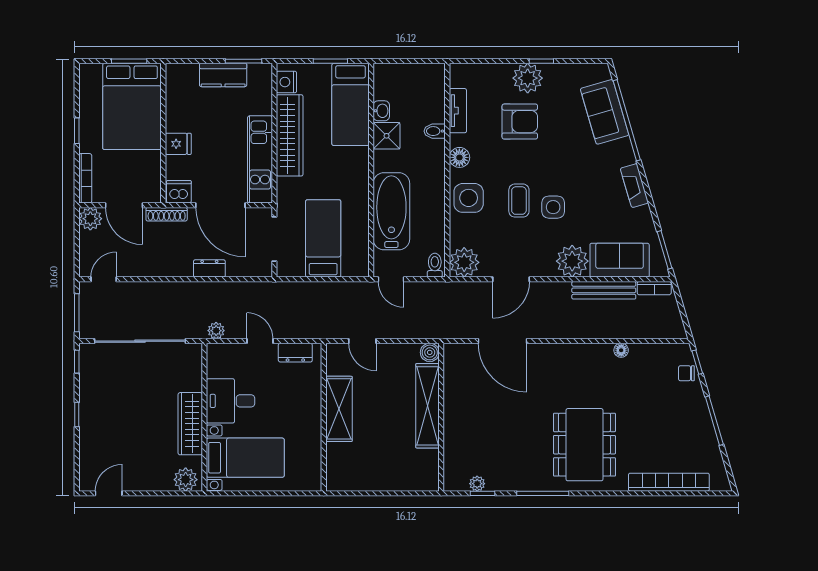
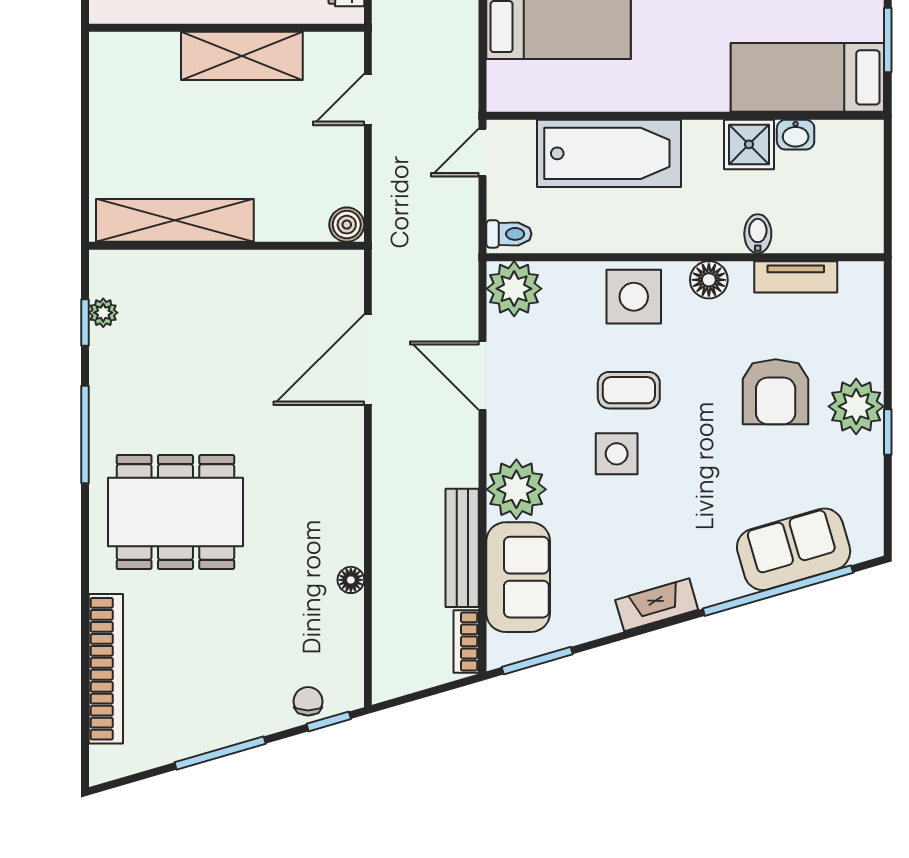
shelving: (427, 406) -> (175, 220), moved

